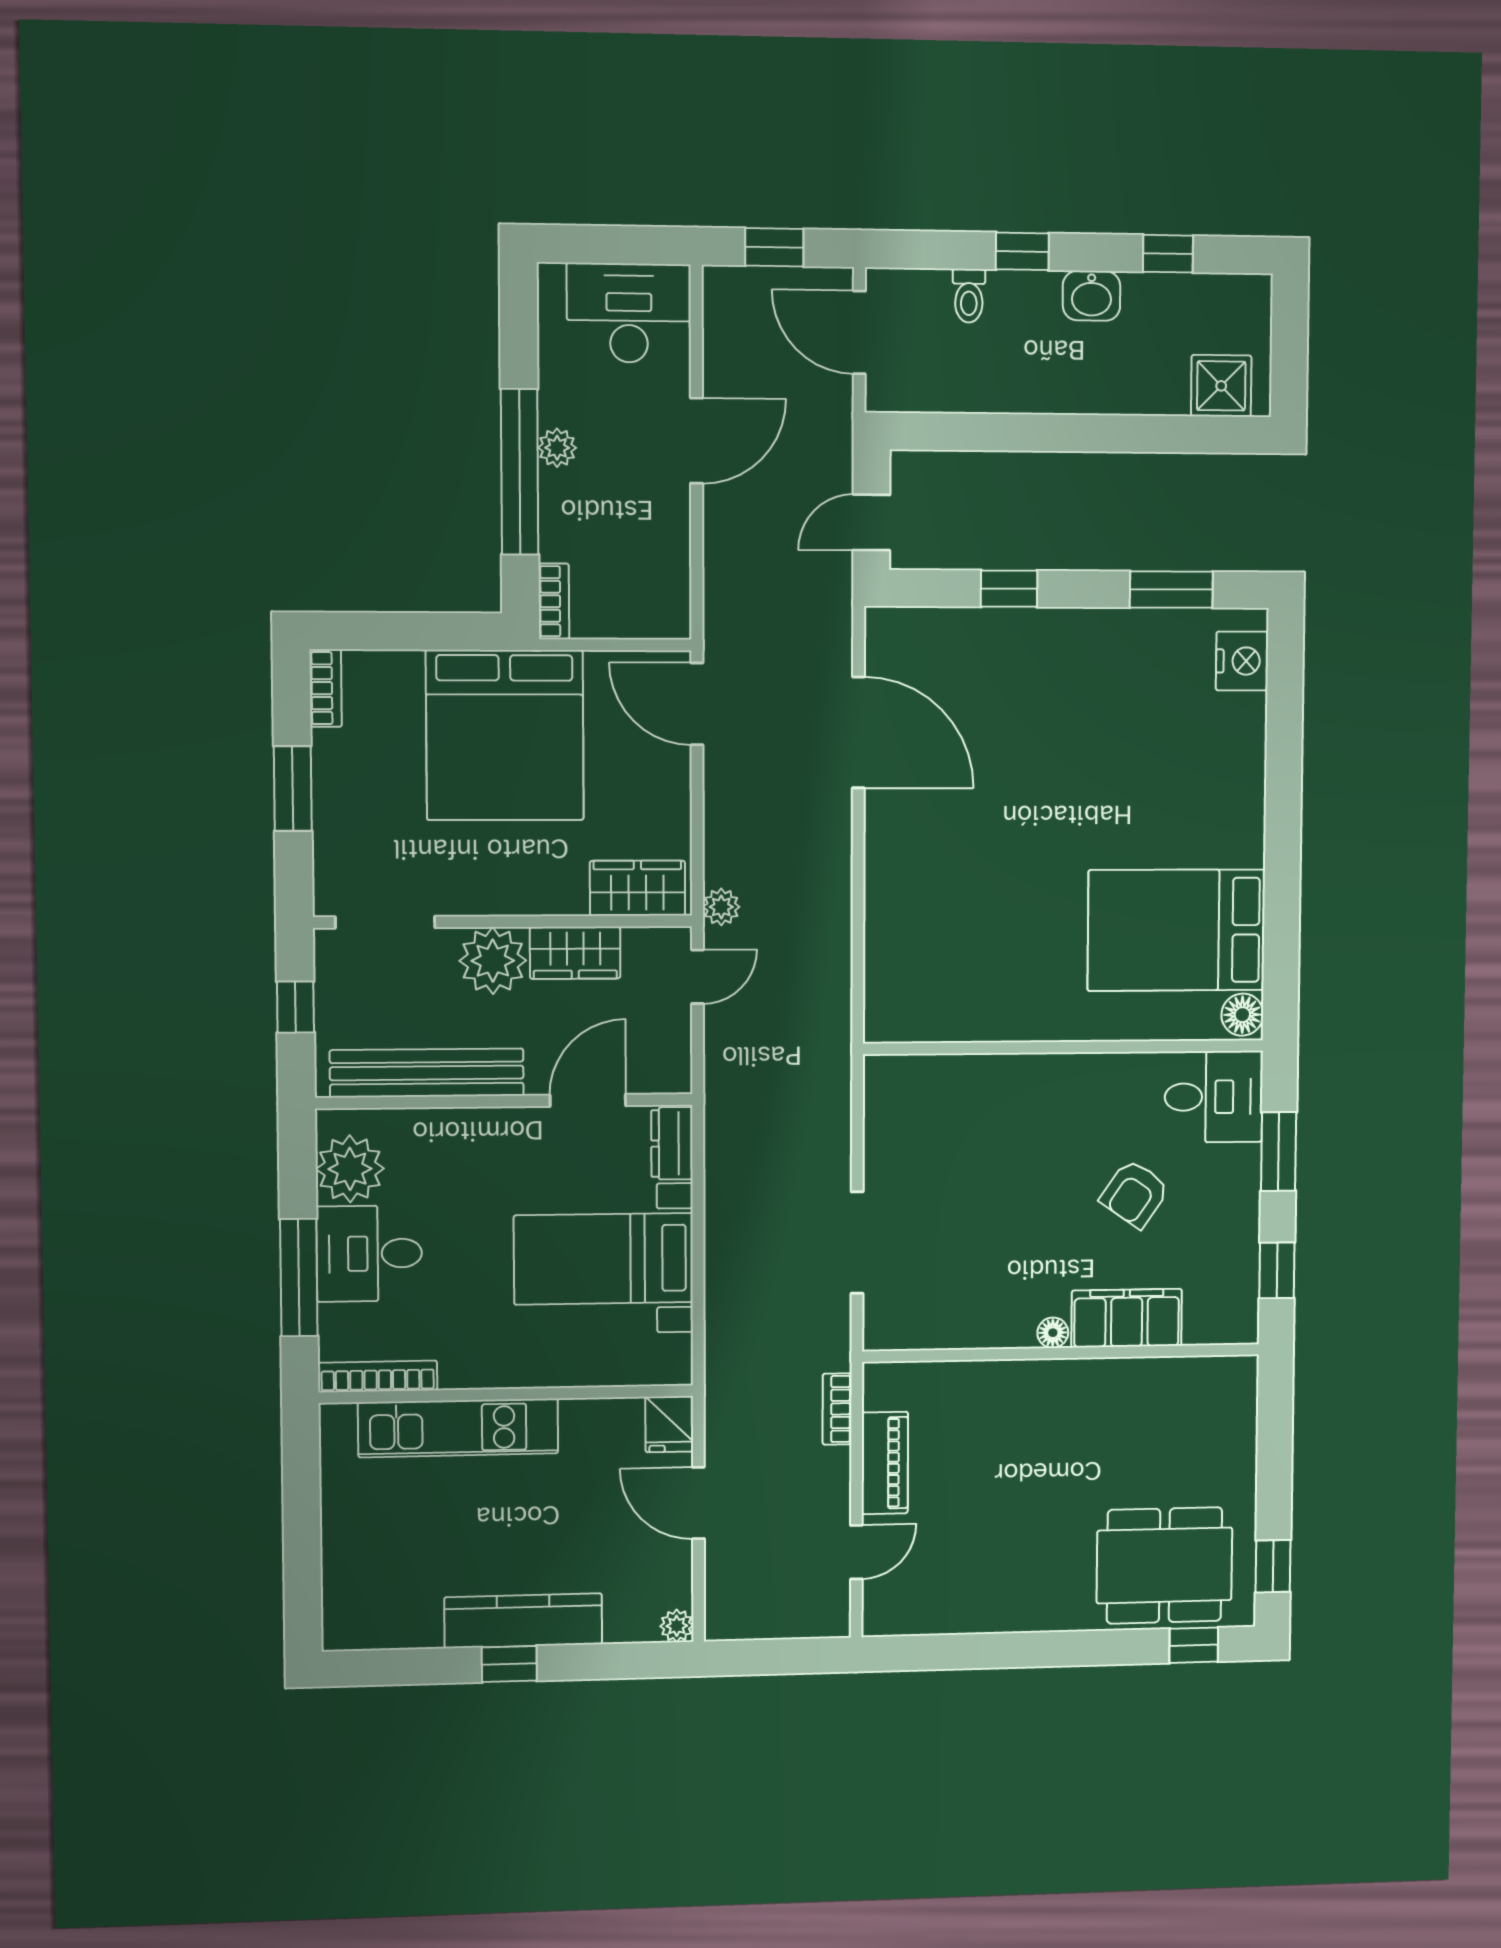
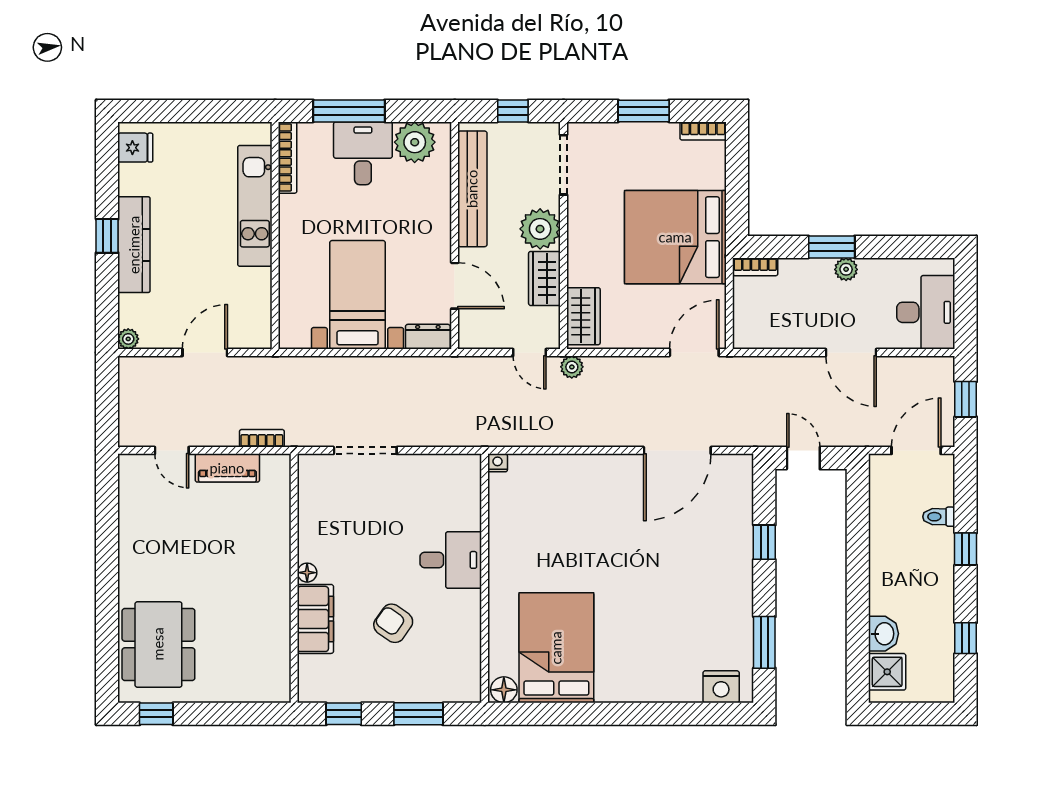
washbasin: (1092, 296) -> (884, 634), moved, turned 180
window: (520, 472) -> (832, 247), width x0.47
nightstand: (878, 1028) -> (498, 463), added
desk: (1214, 1097) -> (451, 560), moved, turned -90
fridge: (669, 1424) -> (135, 148), moved, turned 180
window: (1194, 1645) -> (107, 664), removed

